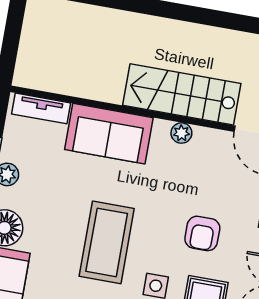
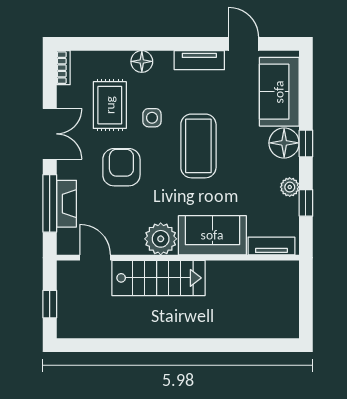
plant: (181, 133) -> (161, 239), width x1.87, depth x1.87
armchair: (202, 233) -> (121, 167), width x1.38, depth x1.38

